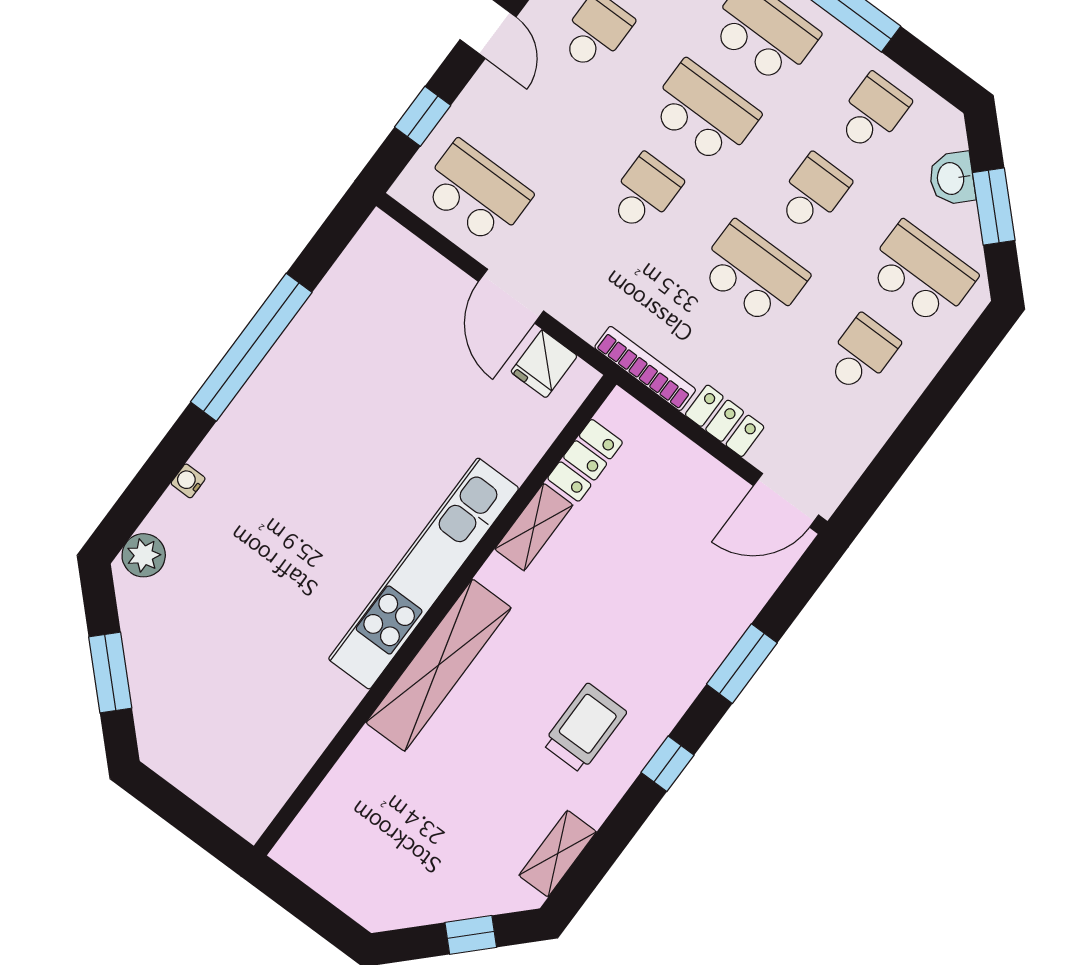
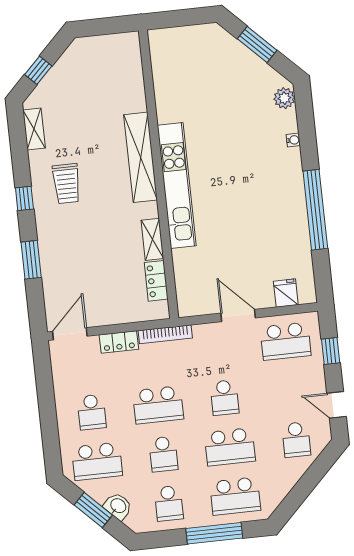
fridge: (544, 364) -> (286, 293), moved

